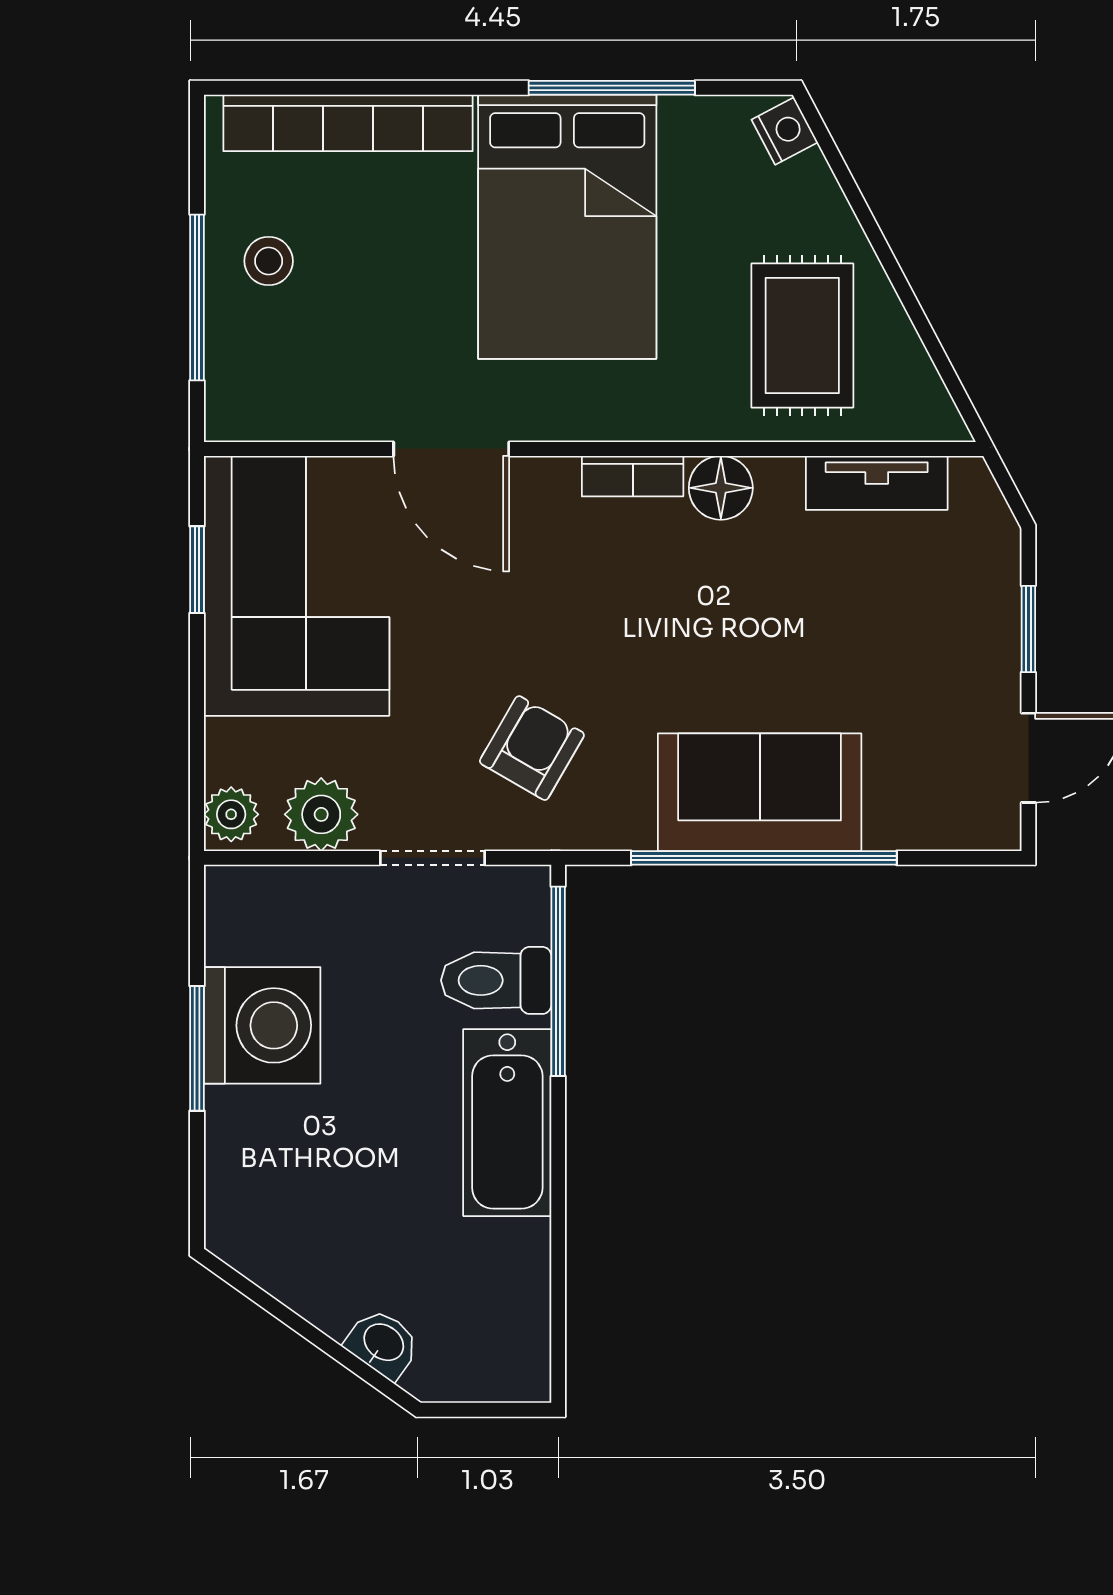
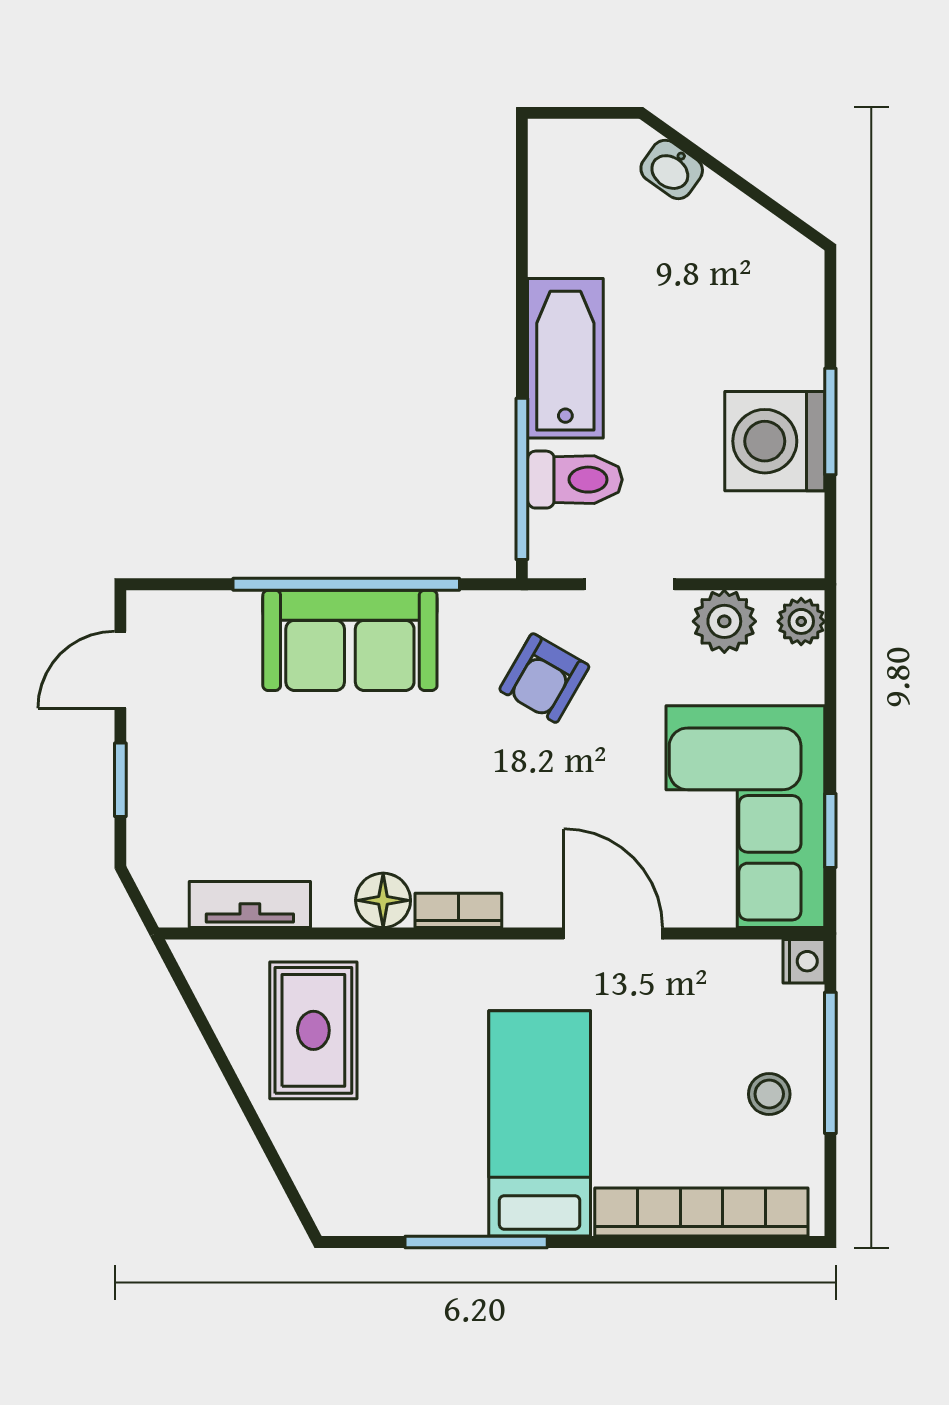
nightstand: (785, 131) -> (804, 961), moved, turned -152
bed: (567, 227) -> (540, 1123), width x0.67

